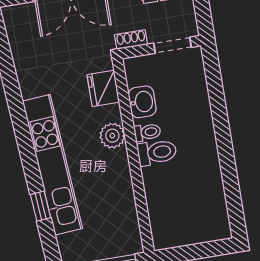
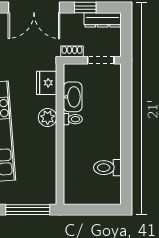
washbasin: (142, 102) -> (73, 97), width x1.38
toilet: (157, 152) -> (107, 168), moved, turned 180

